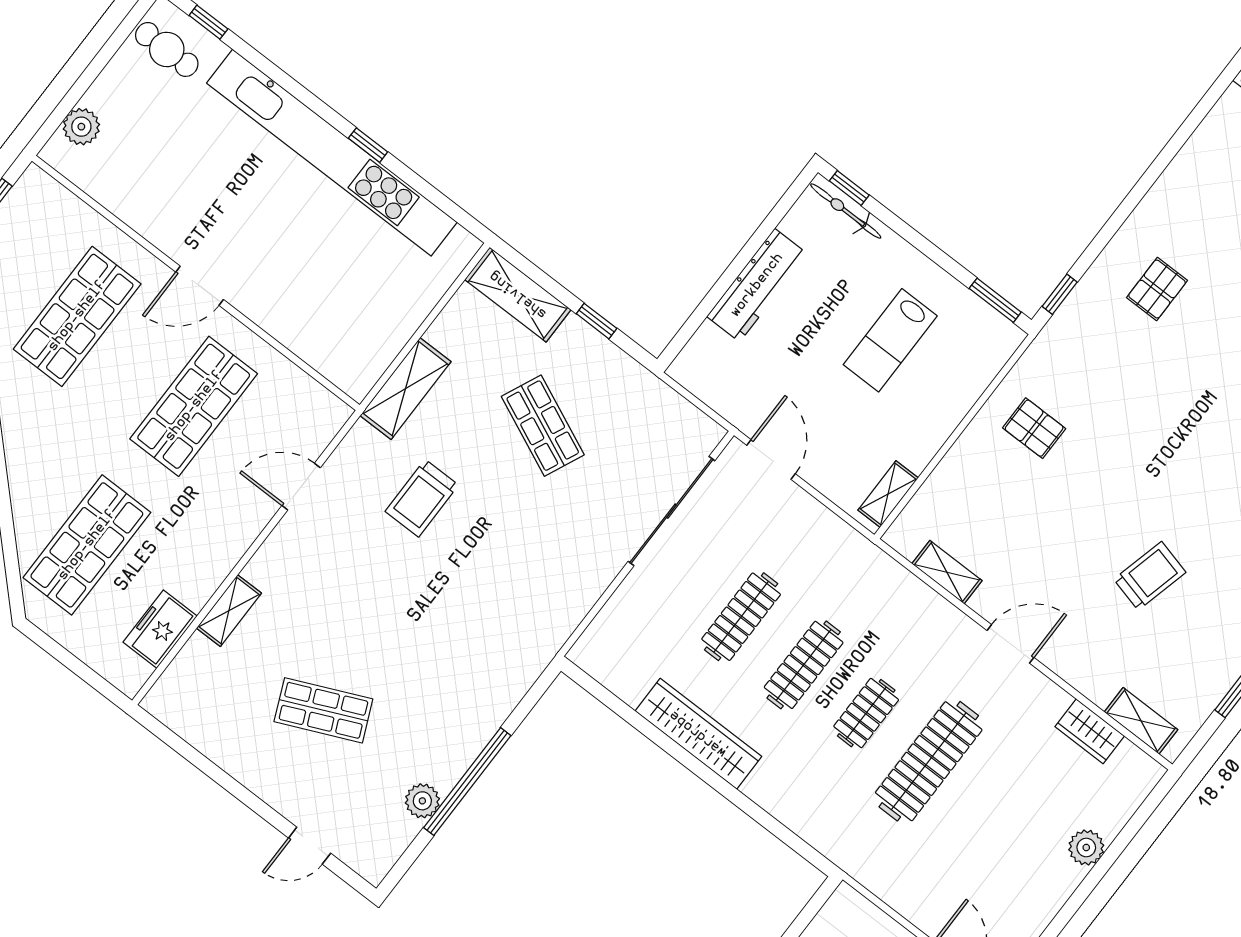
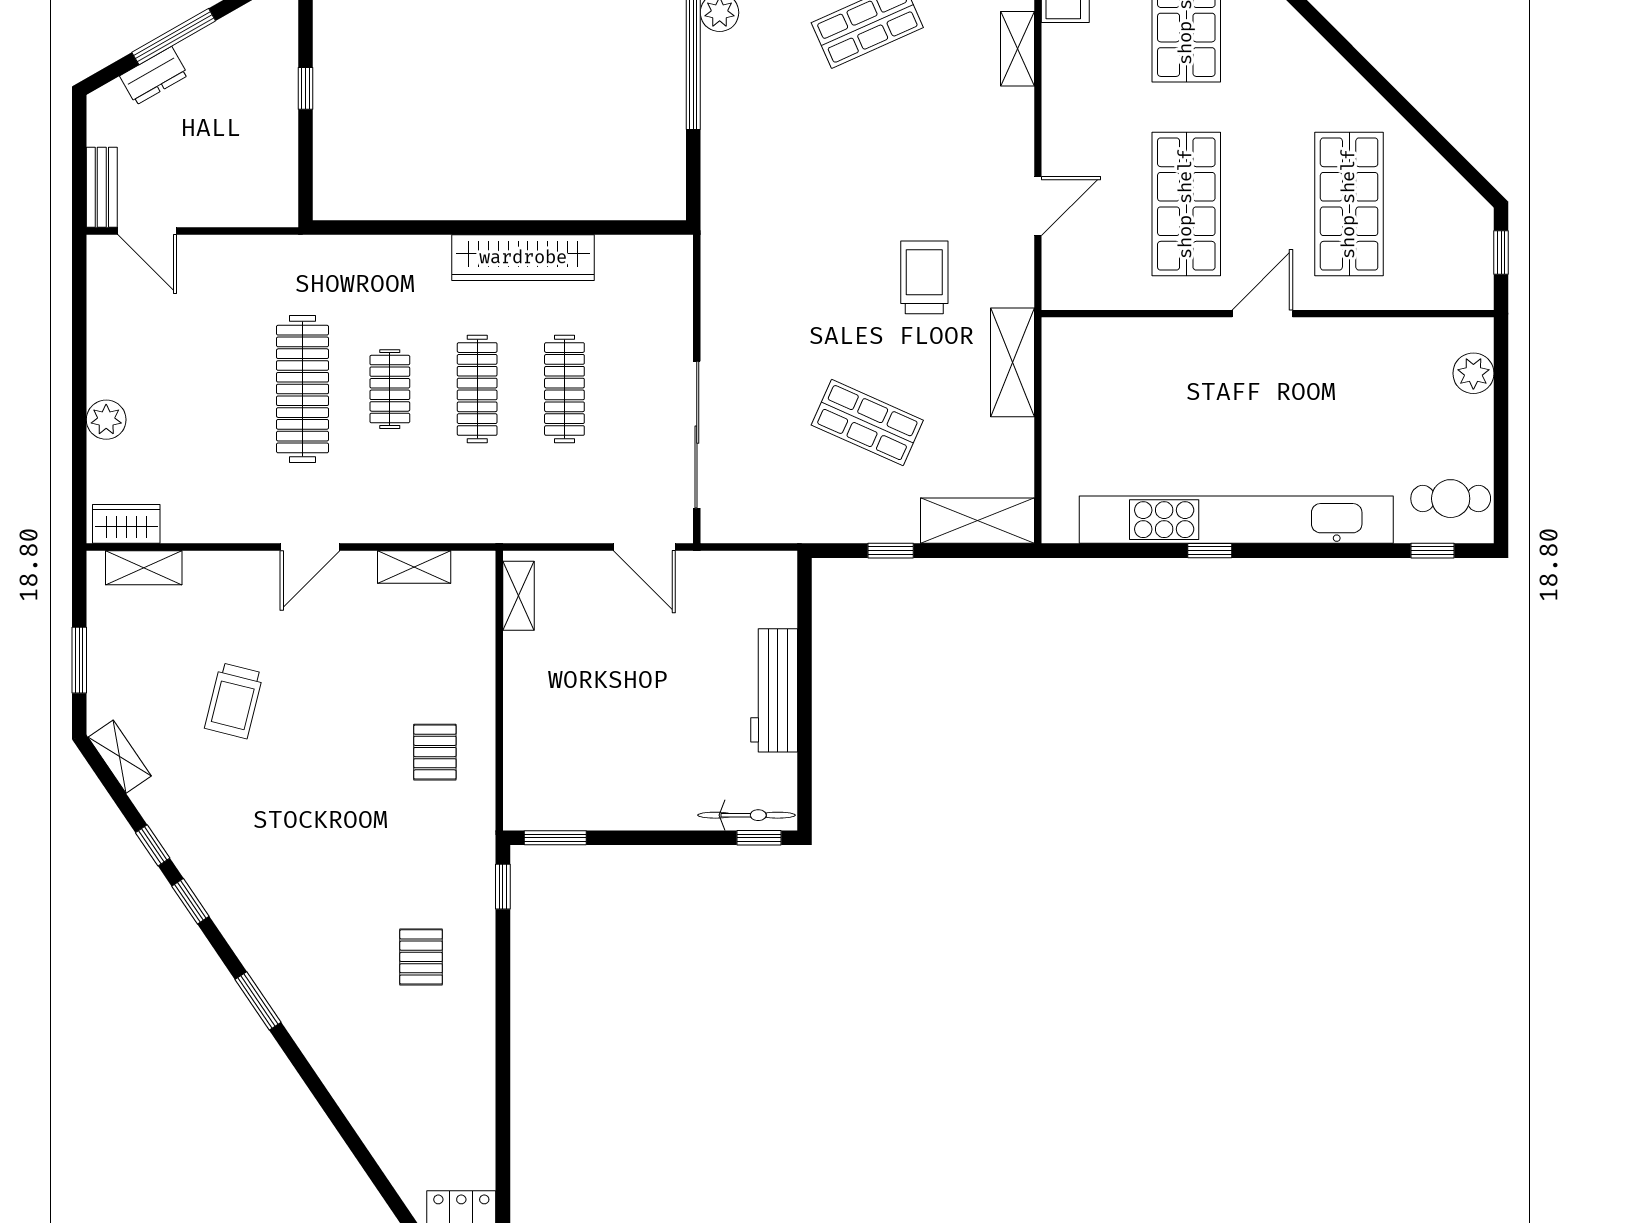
lab bench: (890, 340) -> (620, 732), removed
pallet: (1034, 428) -> (435, 752), turned 90
wardrobe: (1090, 731) -> (126, 524), moved

